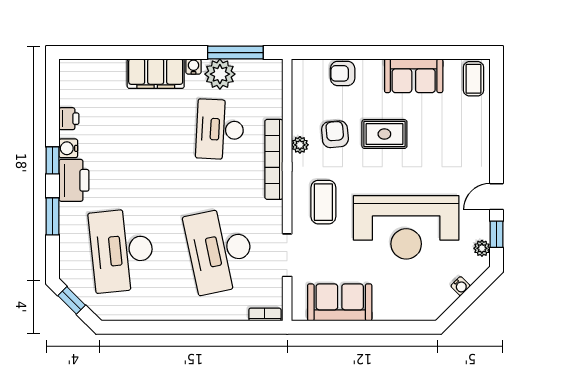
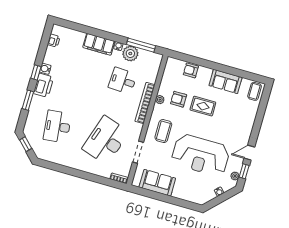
printer: (69, 119) -> (54, 41), moved
desk: (220, 129) -> (123, 81), width x0.73
armchair: (335, 134) -> (179, 99), turned -85
desk: (122, 250) -> (57, 127), width x0.73, depth x0.77
desk: (220, 250) -> (106, 140), turned 30

